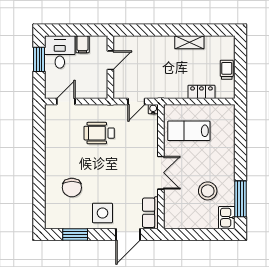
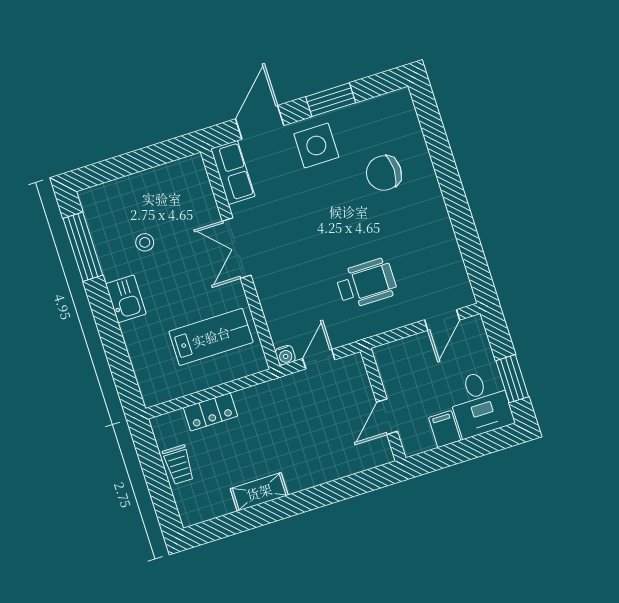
chair: (72, 188) -> (384, 173), turned -90
stool: (208, 191) -> (145, 242), width x0.53, depth x0.53
kitchen sink: (227, 218) -> (126, 299), moved
window: (75, 234) -> (331, 100), moved

